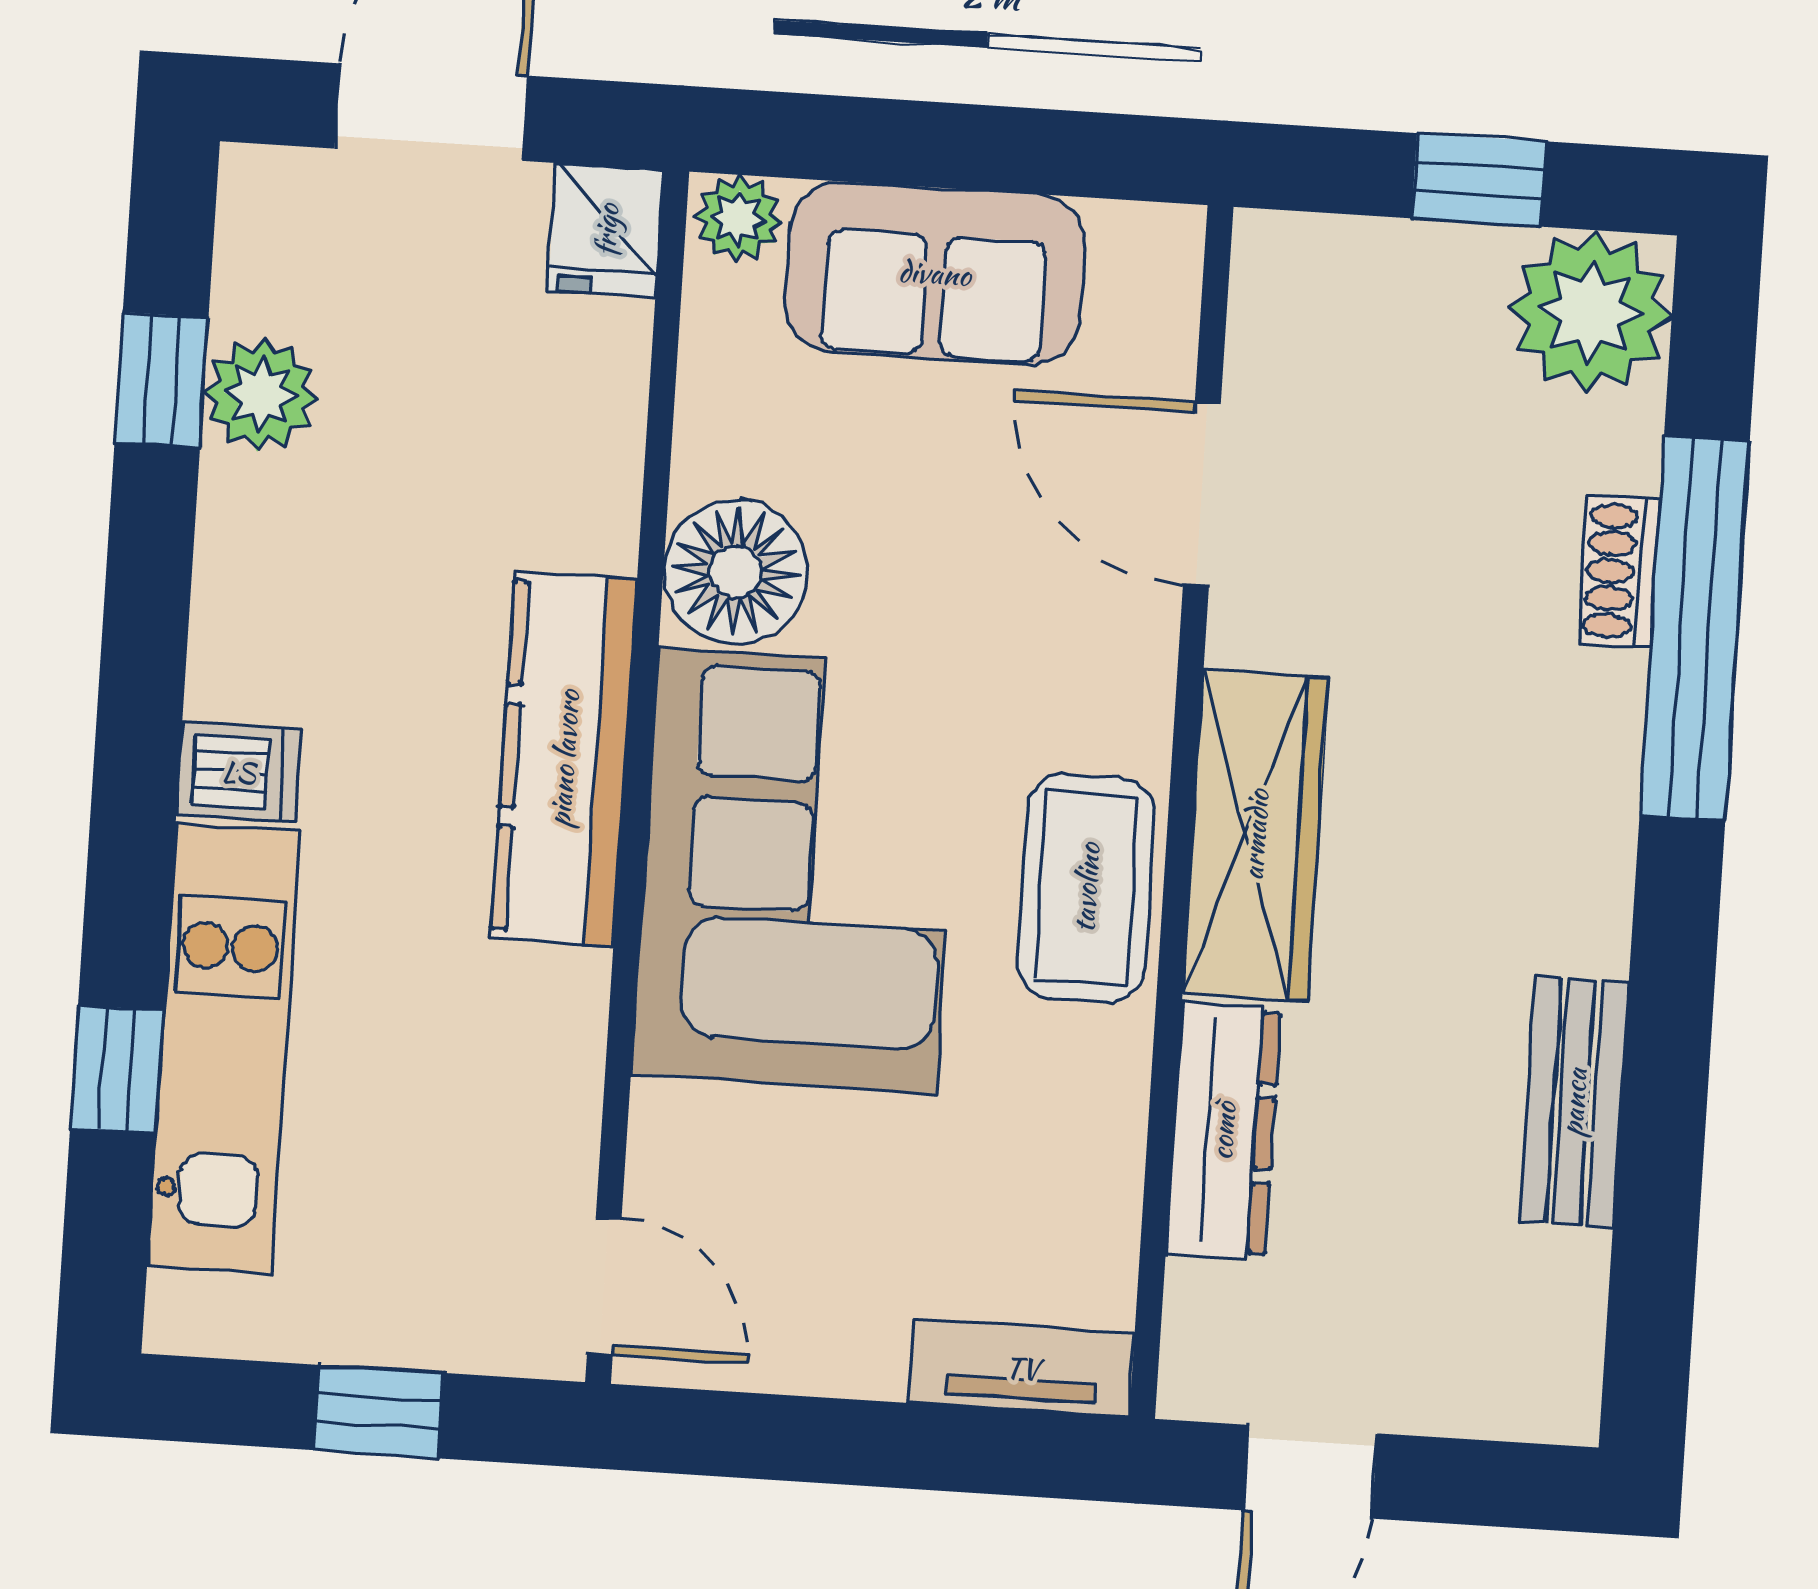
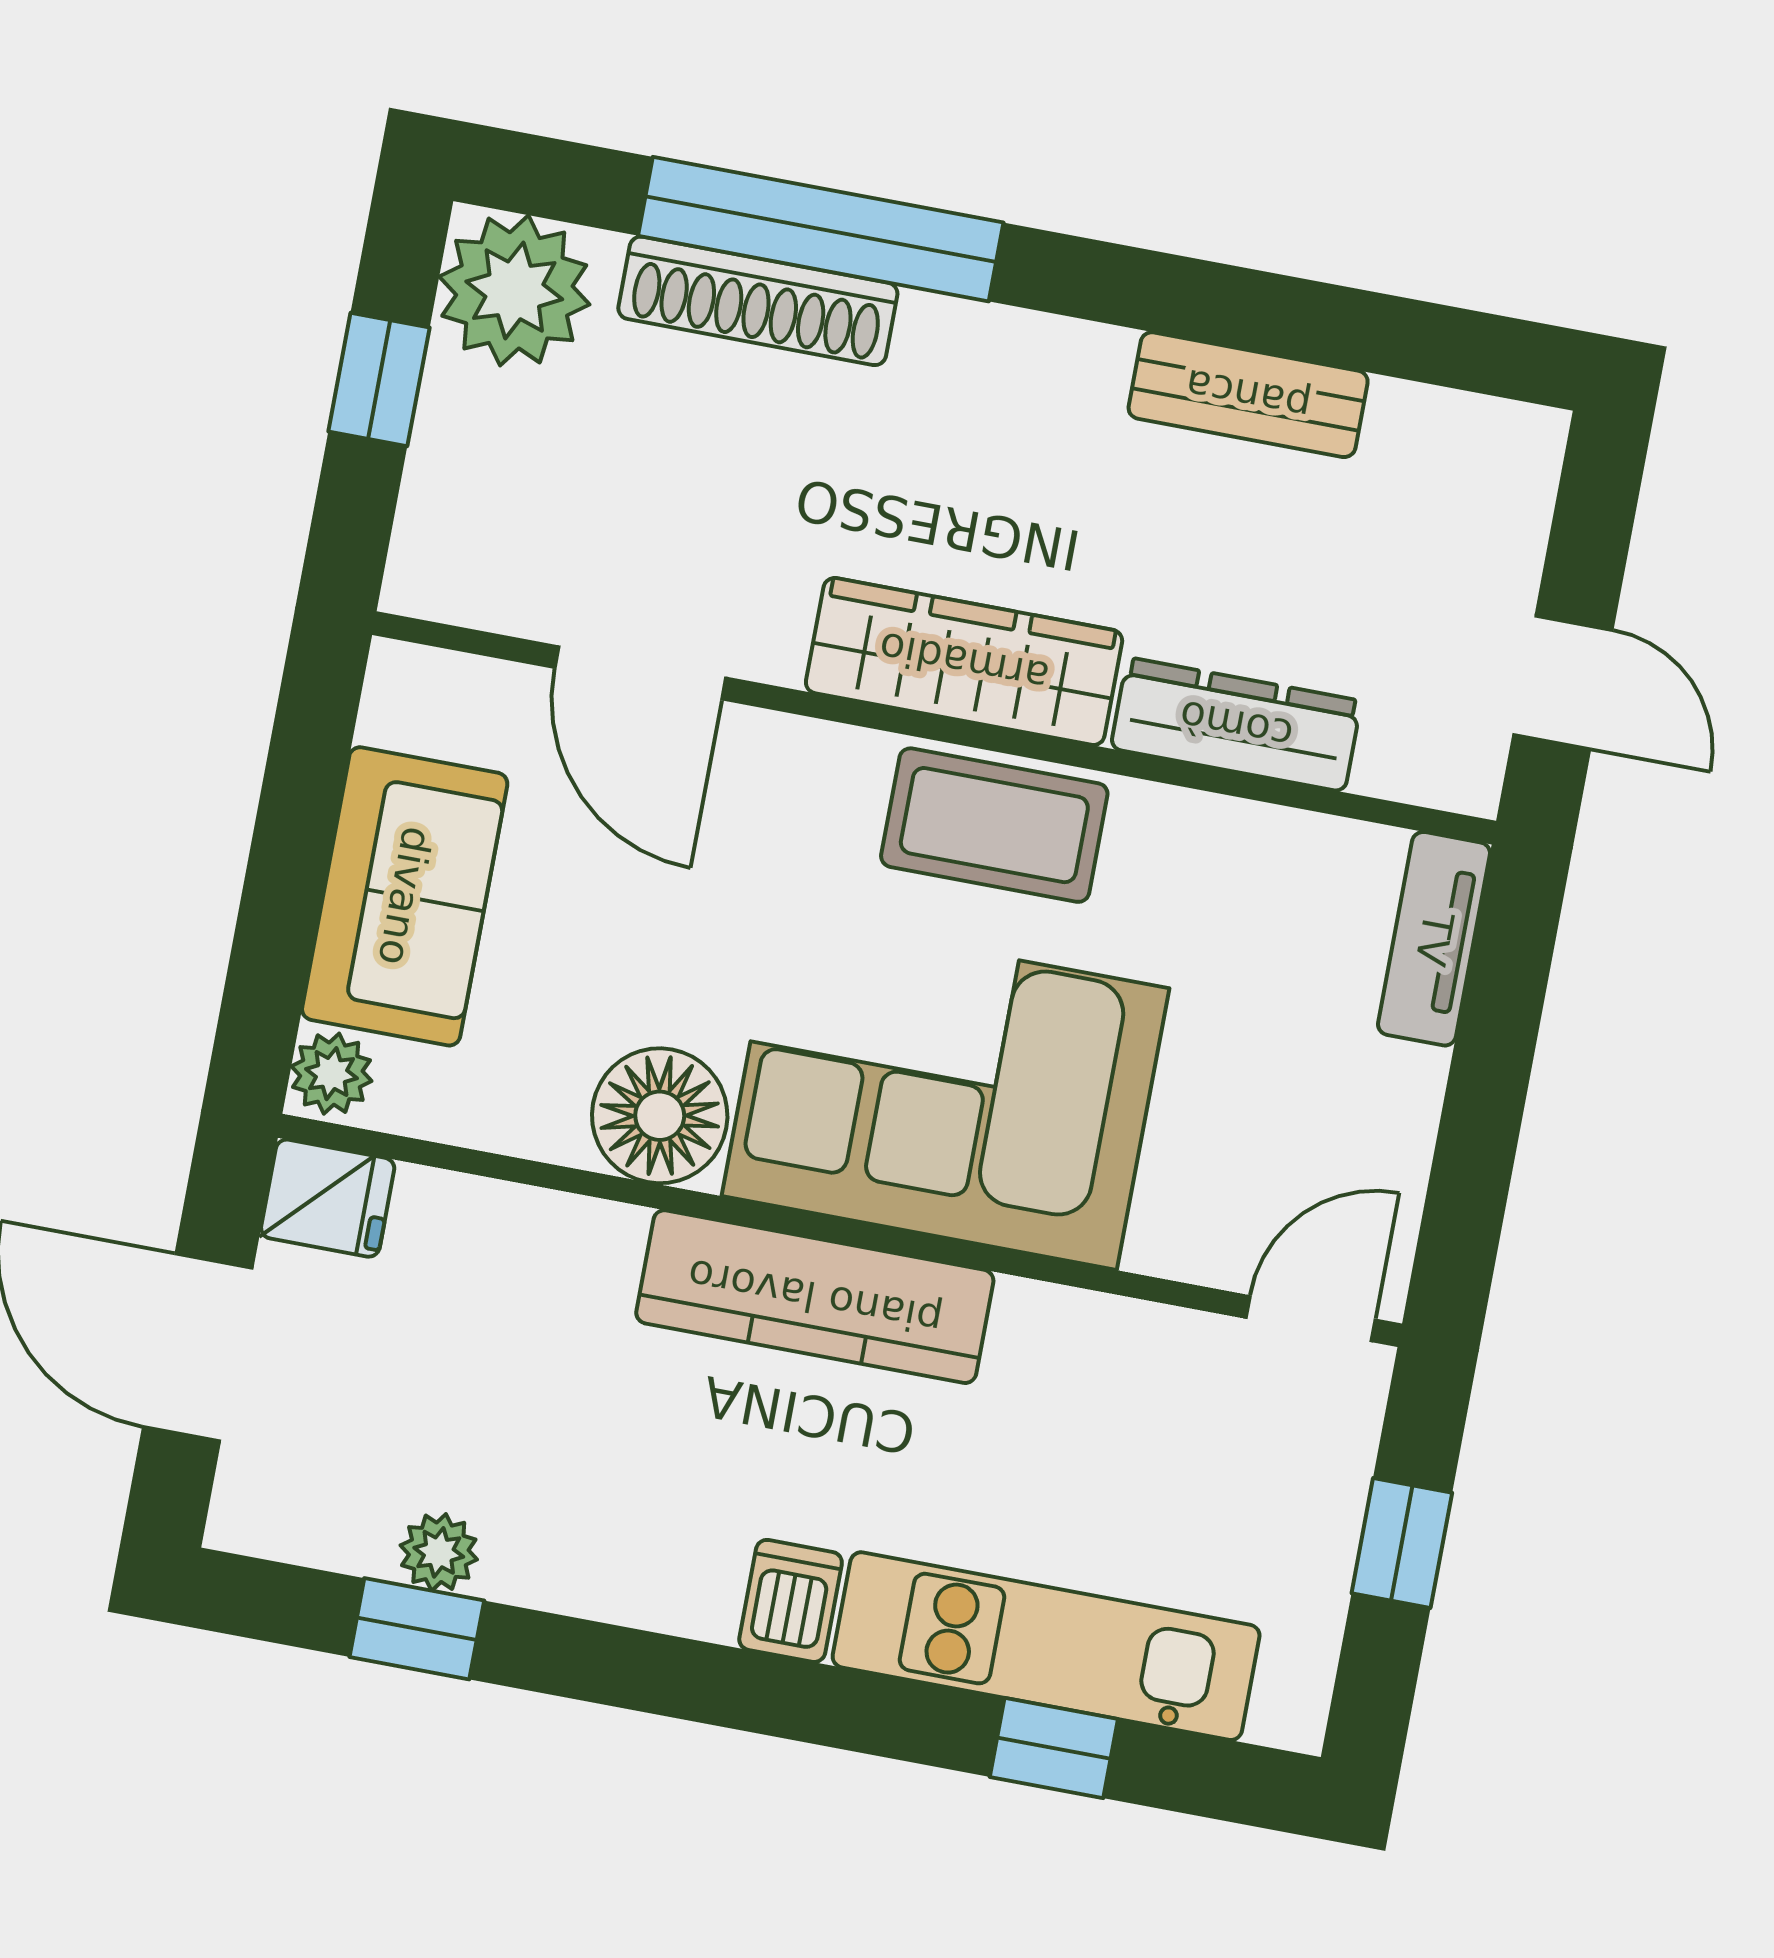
plant: (261, 394) -> (439, 1552), width x0.73, depth x0.73
door: (1202, 494) -> (640, 673), hinge flipped
shoe rack: (1619, 571) -> (758, 301), width x1.94, depth x1.24

